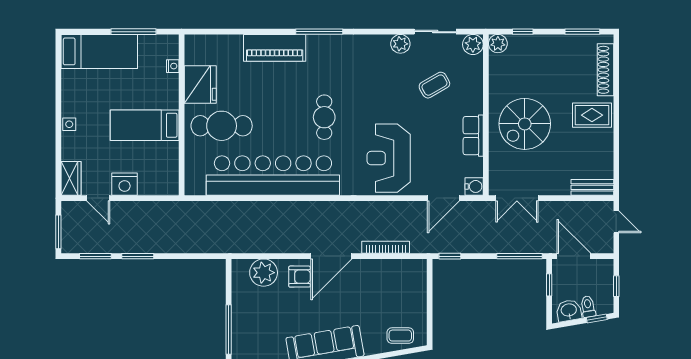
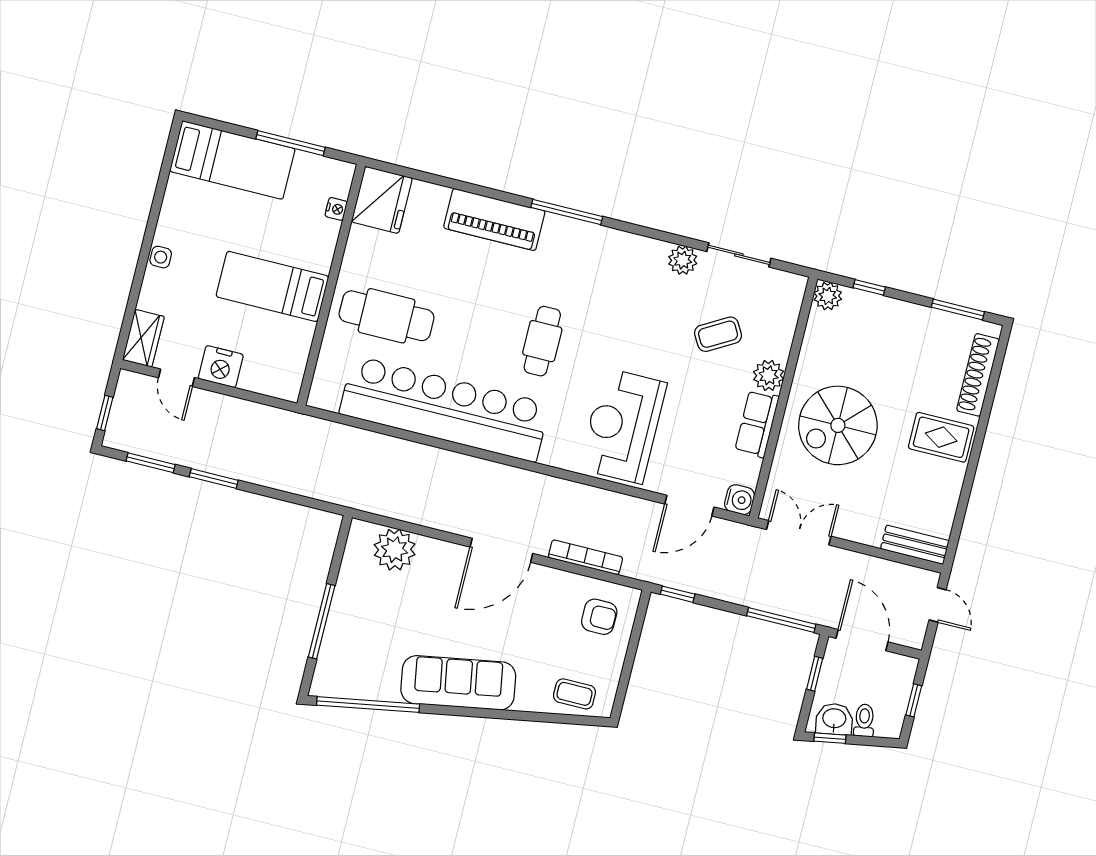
plant: (473, 44) -> (769, 375), moved
fridge: (200, 84) -> (382, 200), moved
double door: (517, 198) -> (799, 533), swing flipped
window: (58, 232) -> (105, 413), width x0.67
armchair: (300, 277) -> (599, 617), moved
window: (597, 318) -> (830, 738), moved

